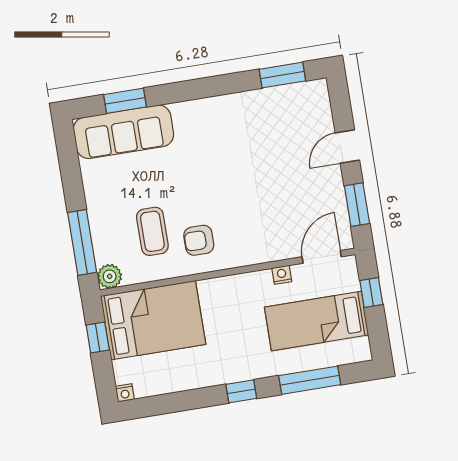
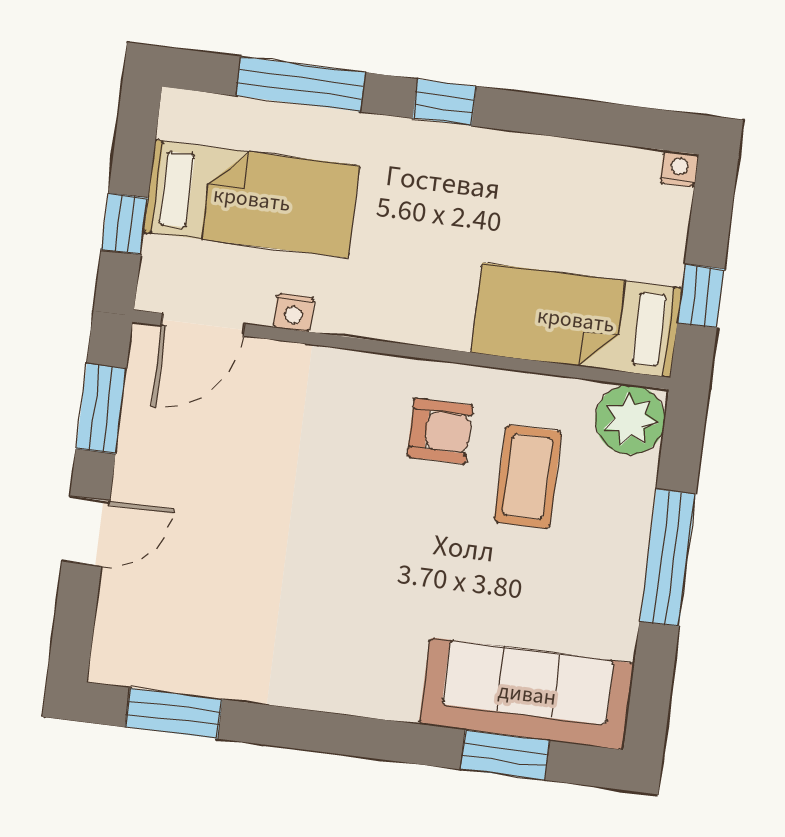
window: (82, 242) -> (668, 558), moved
plant: (110, 276) -> (630, 420), width x1.36, depth x1.36
bed: (153, 320) -> (576, 320), width x0.67

